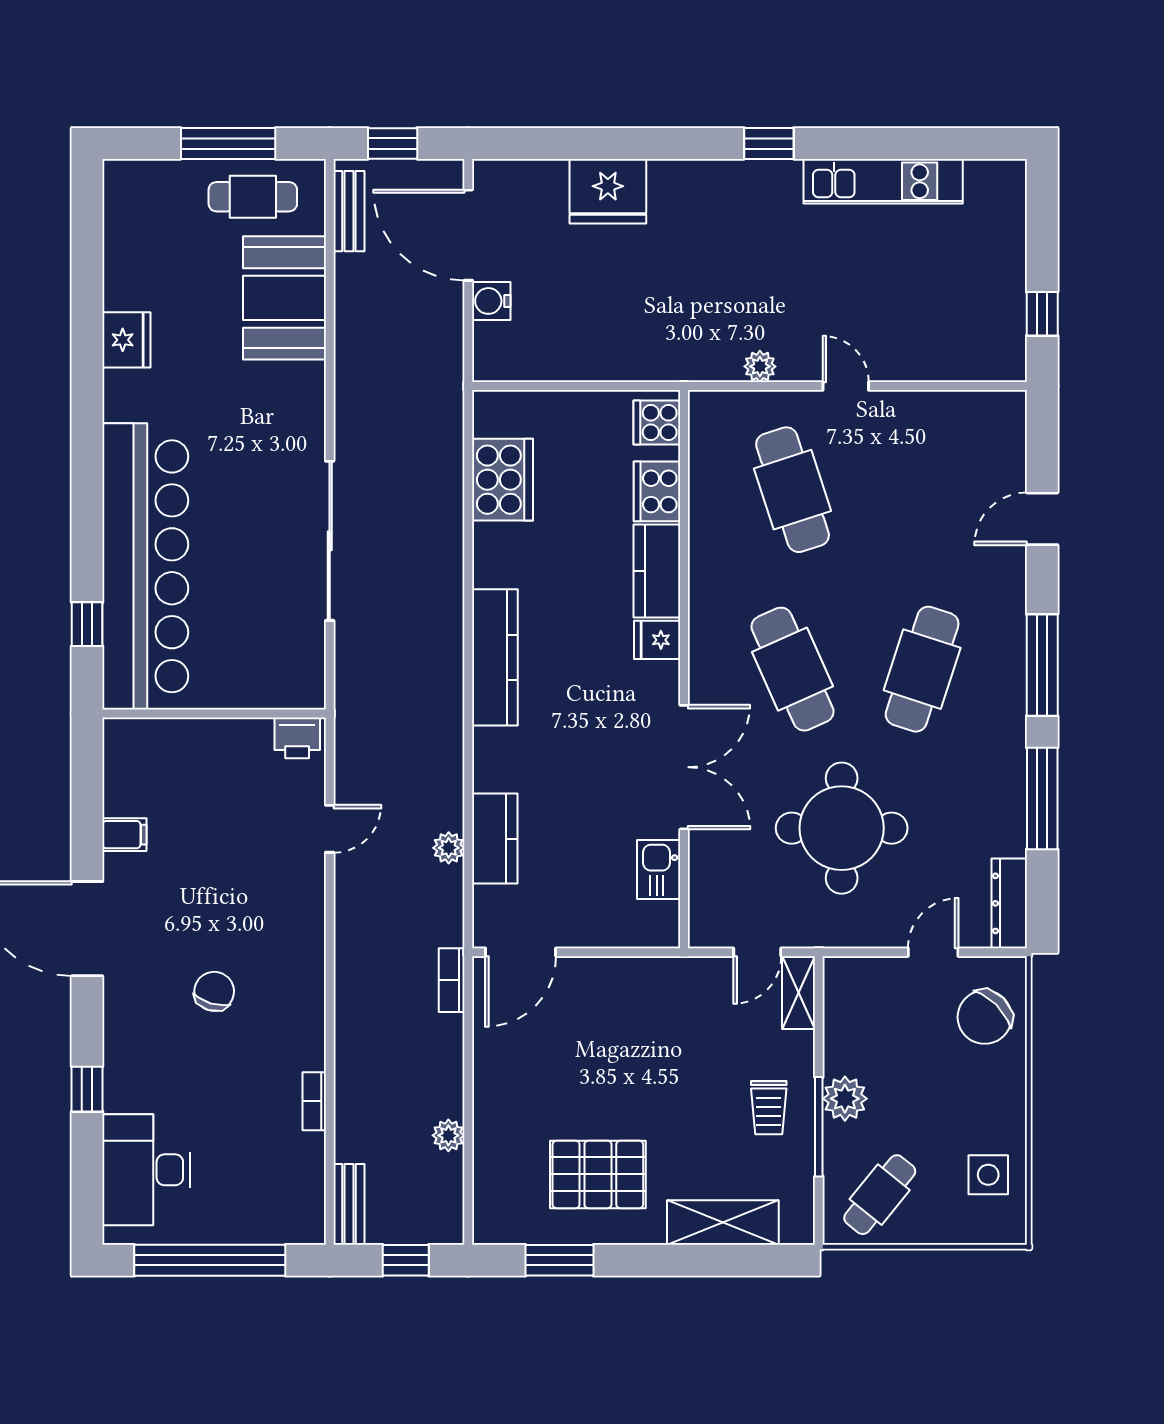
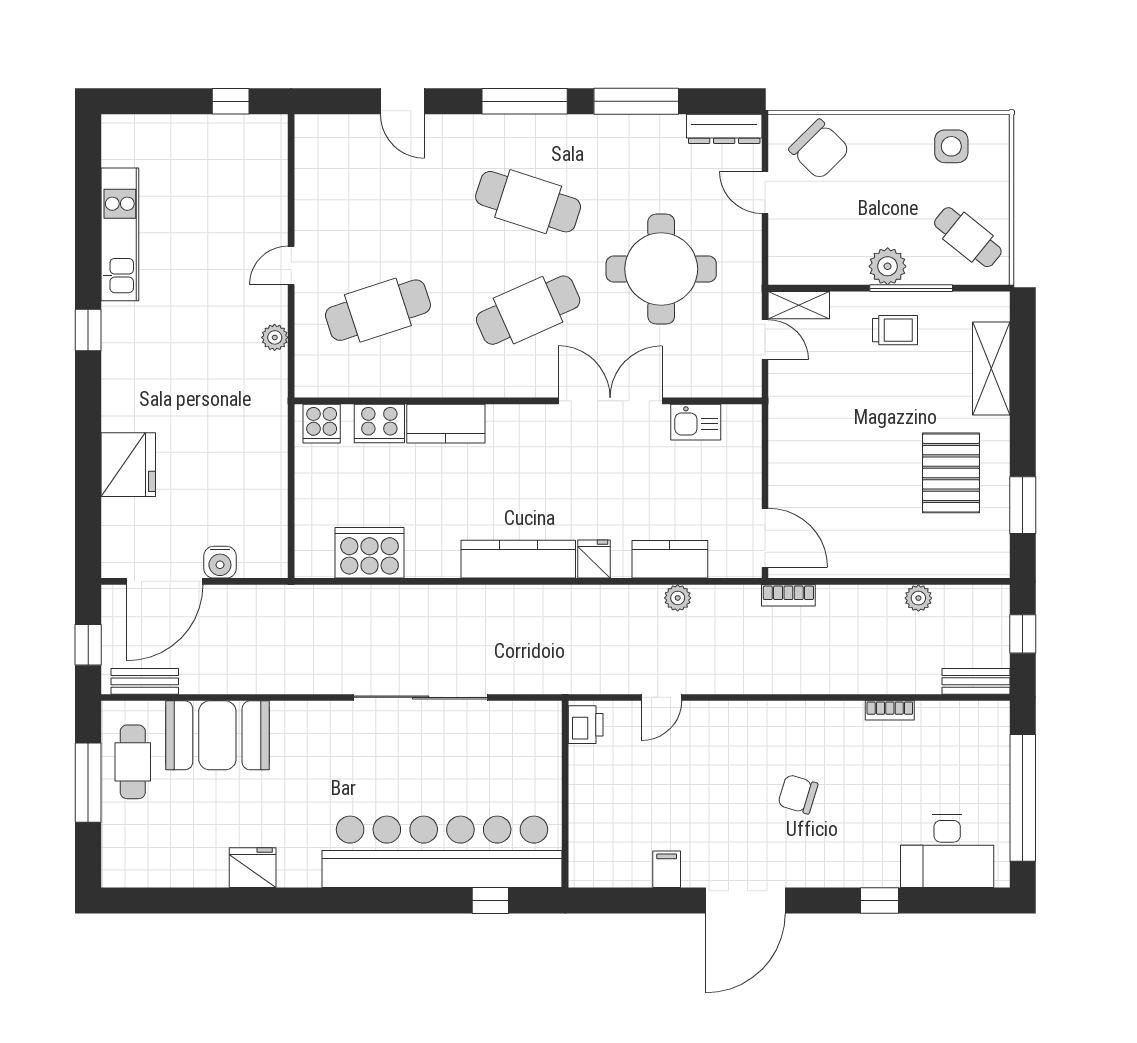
fridge: (657, 640) -> (594, 559), moved, turned 180
door: (330, 829) -> (662, 697), swing flipped

